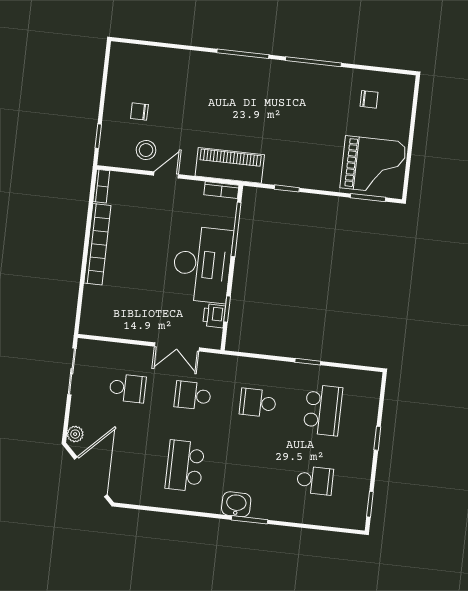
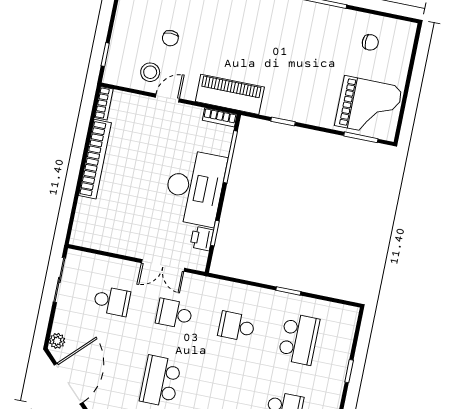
chair: (139, 112) -> (170, 38), moved, turned -90

